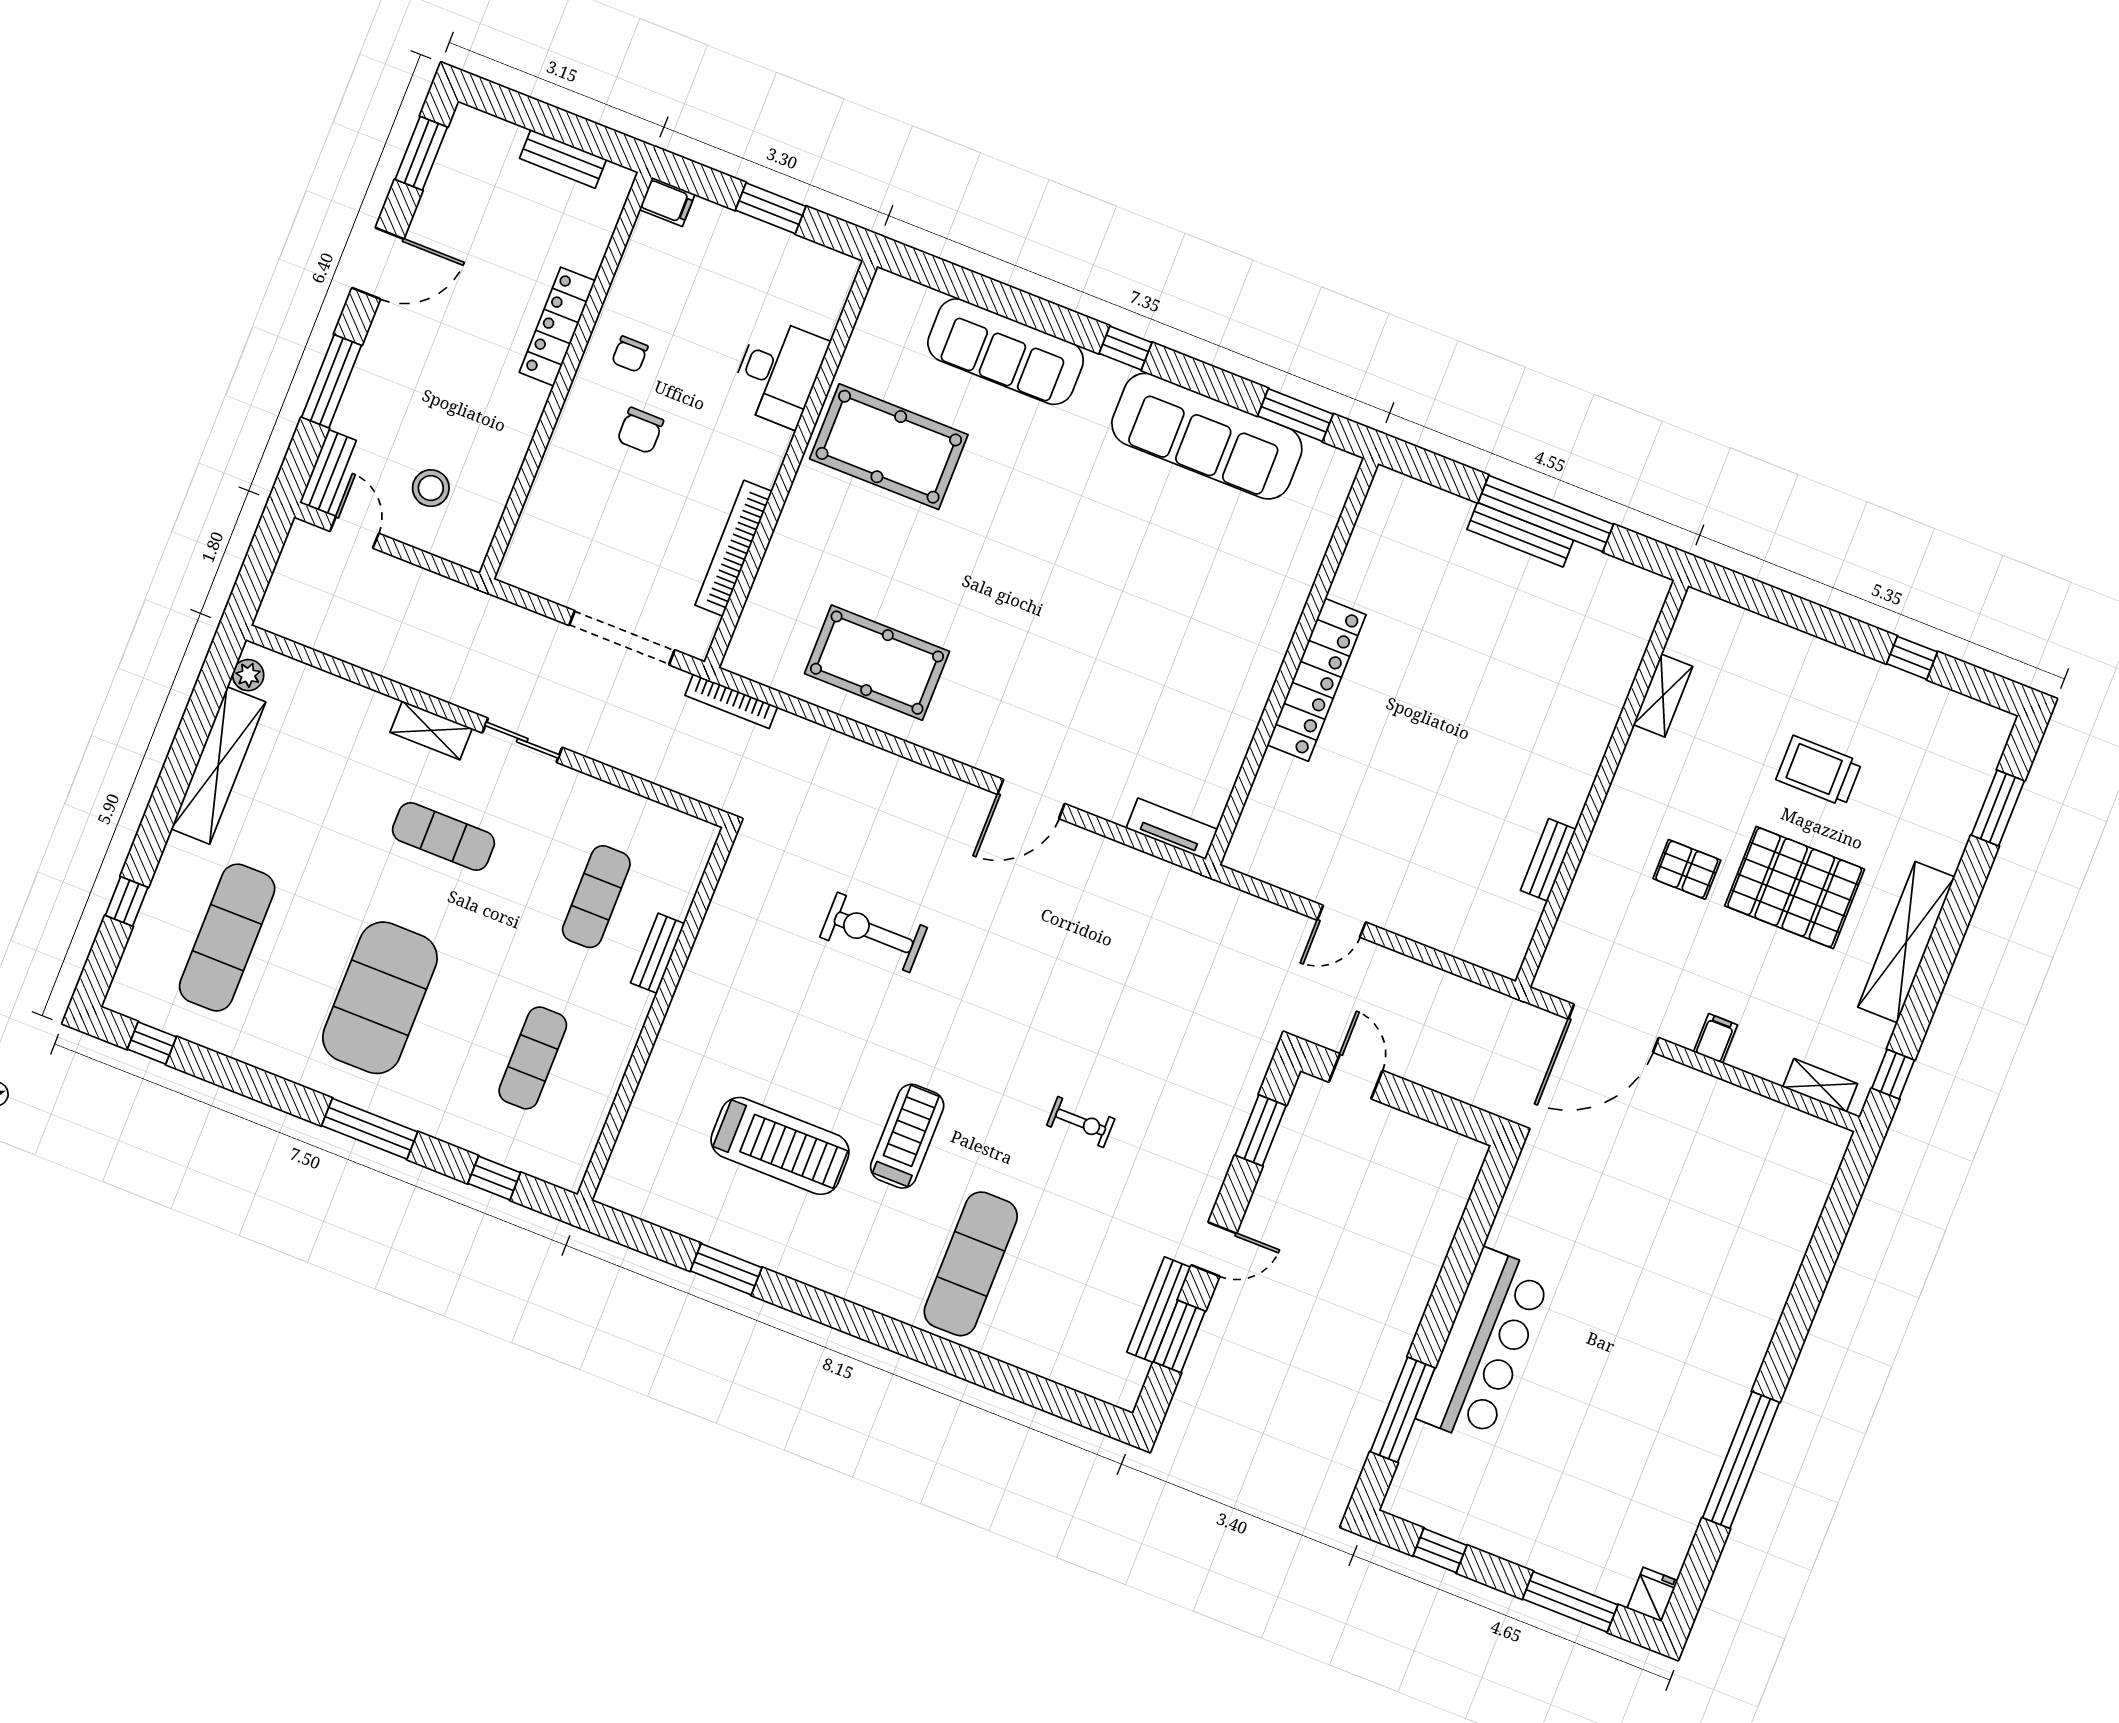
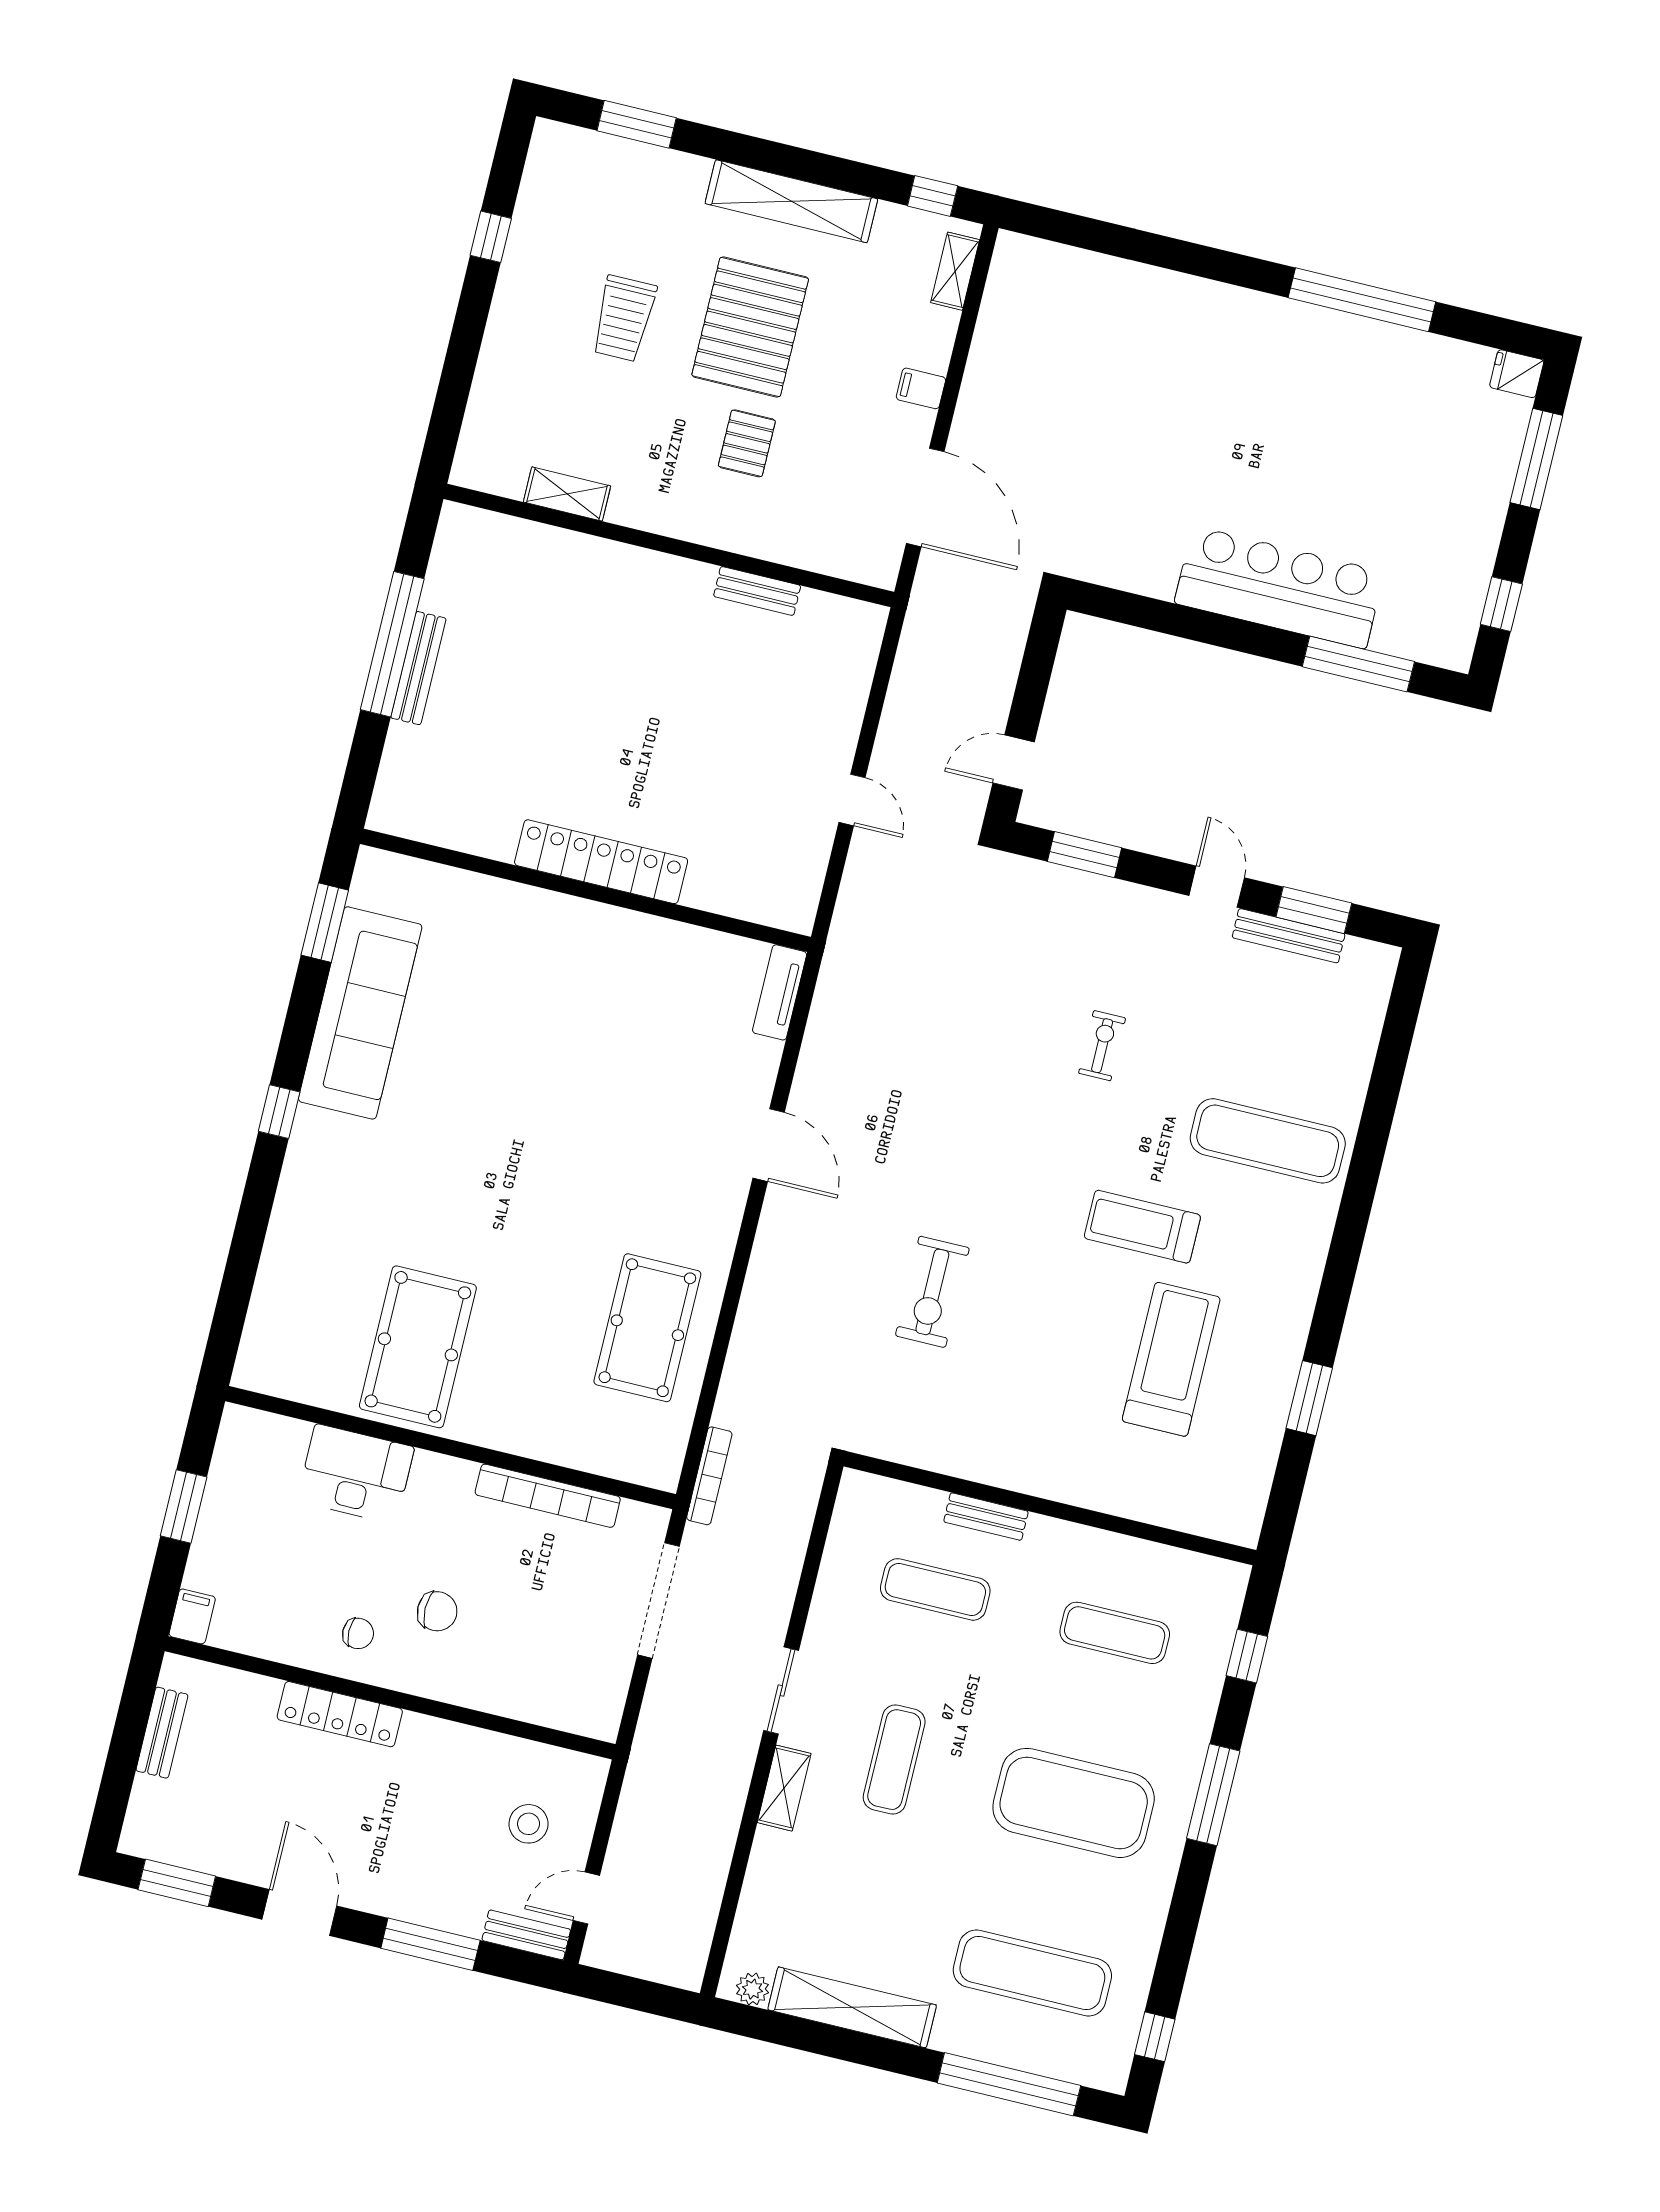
sofa: (1006, 352) -> (300, 1238), removed
window: (127, 901) -> (1009, 2084), width x3.17

